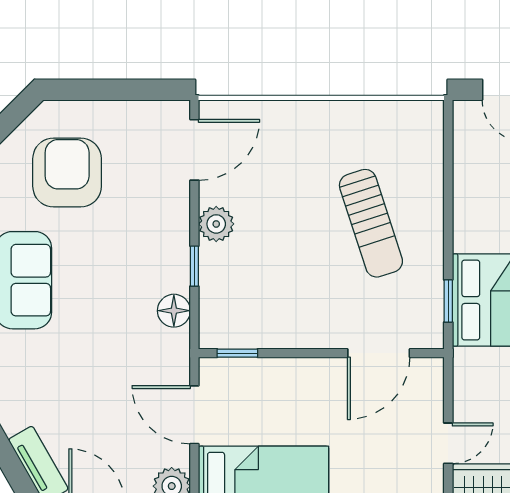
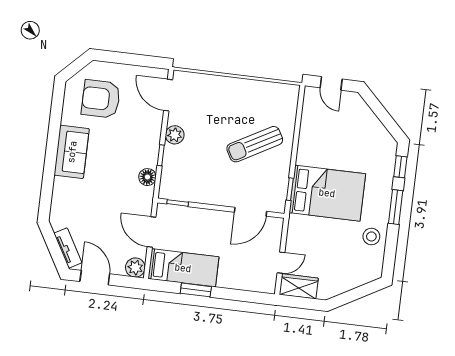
door: (194, 150) -> (168, 95), swing flipped
armchair: (67, 172) -> (101, 99), turned -90
sun lounger: (371, 223) -> (255, 144), turned 79

